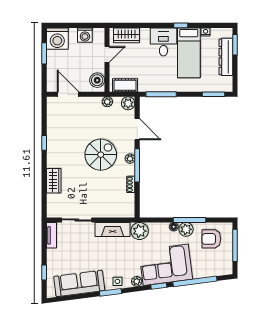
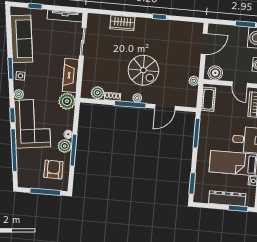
plant: (128, 103) -> (98, 93), moved
tv unit: (51, 235) -> (65, 16), width x1.41

